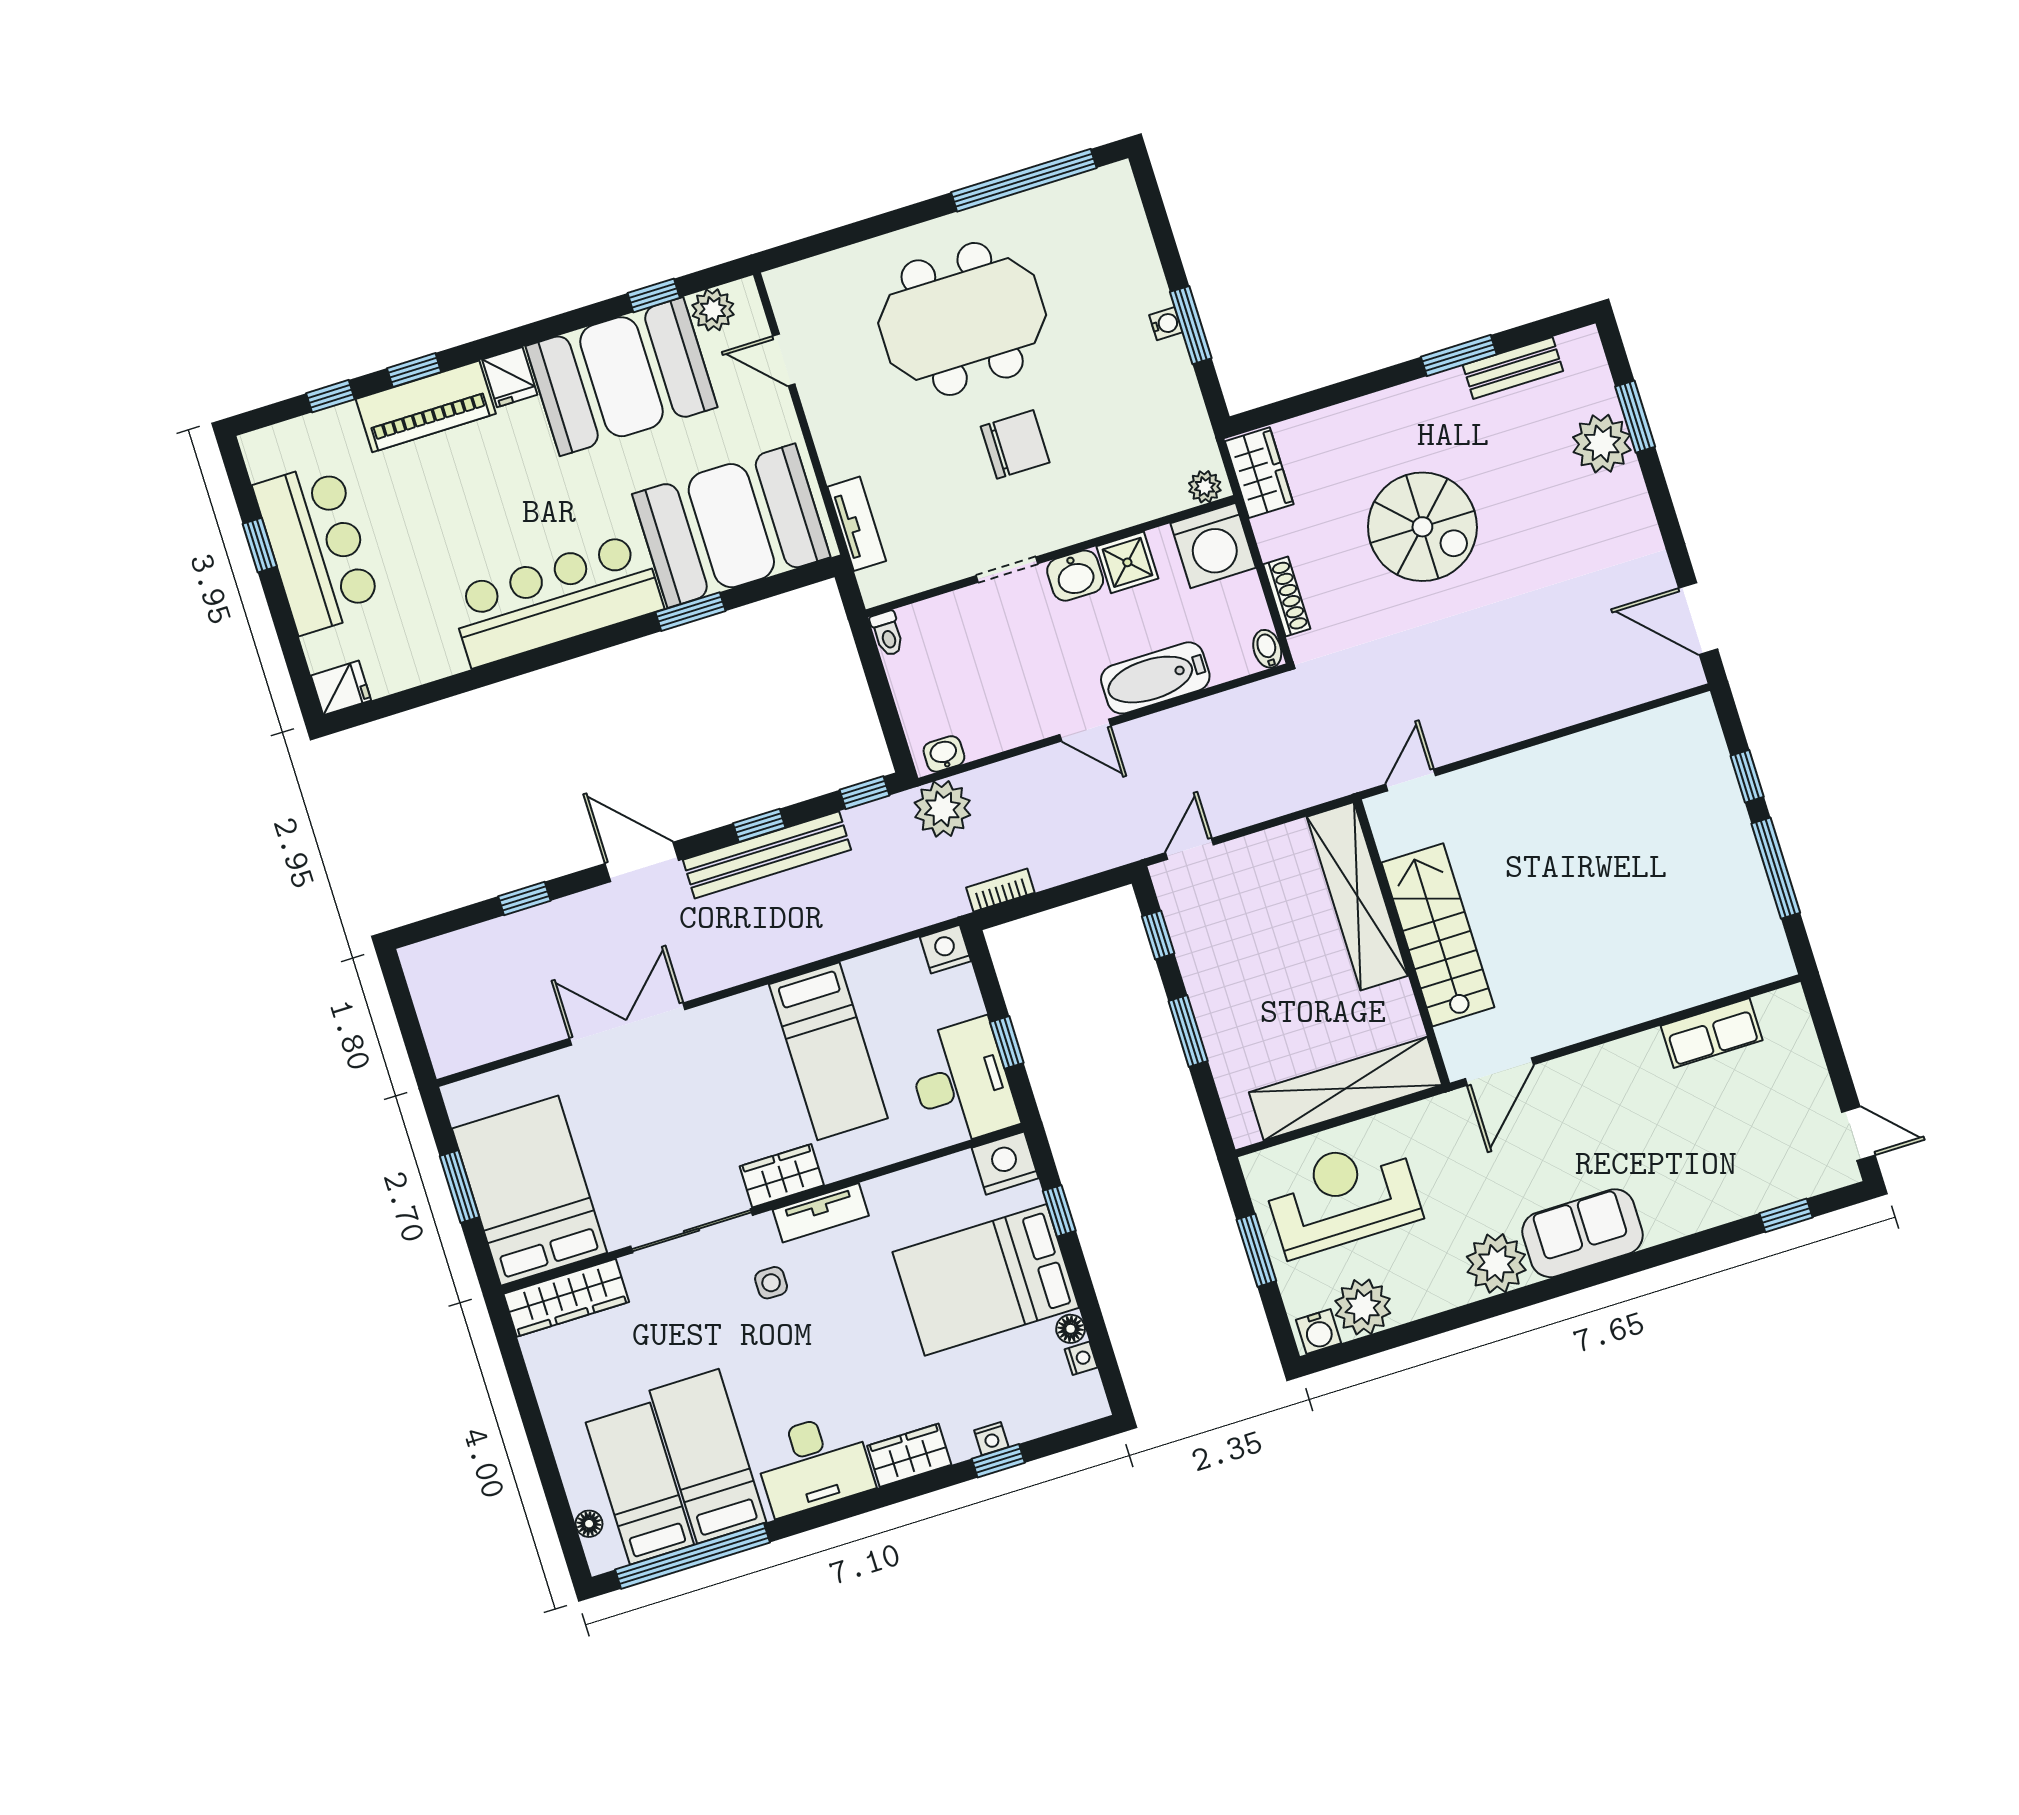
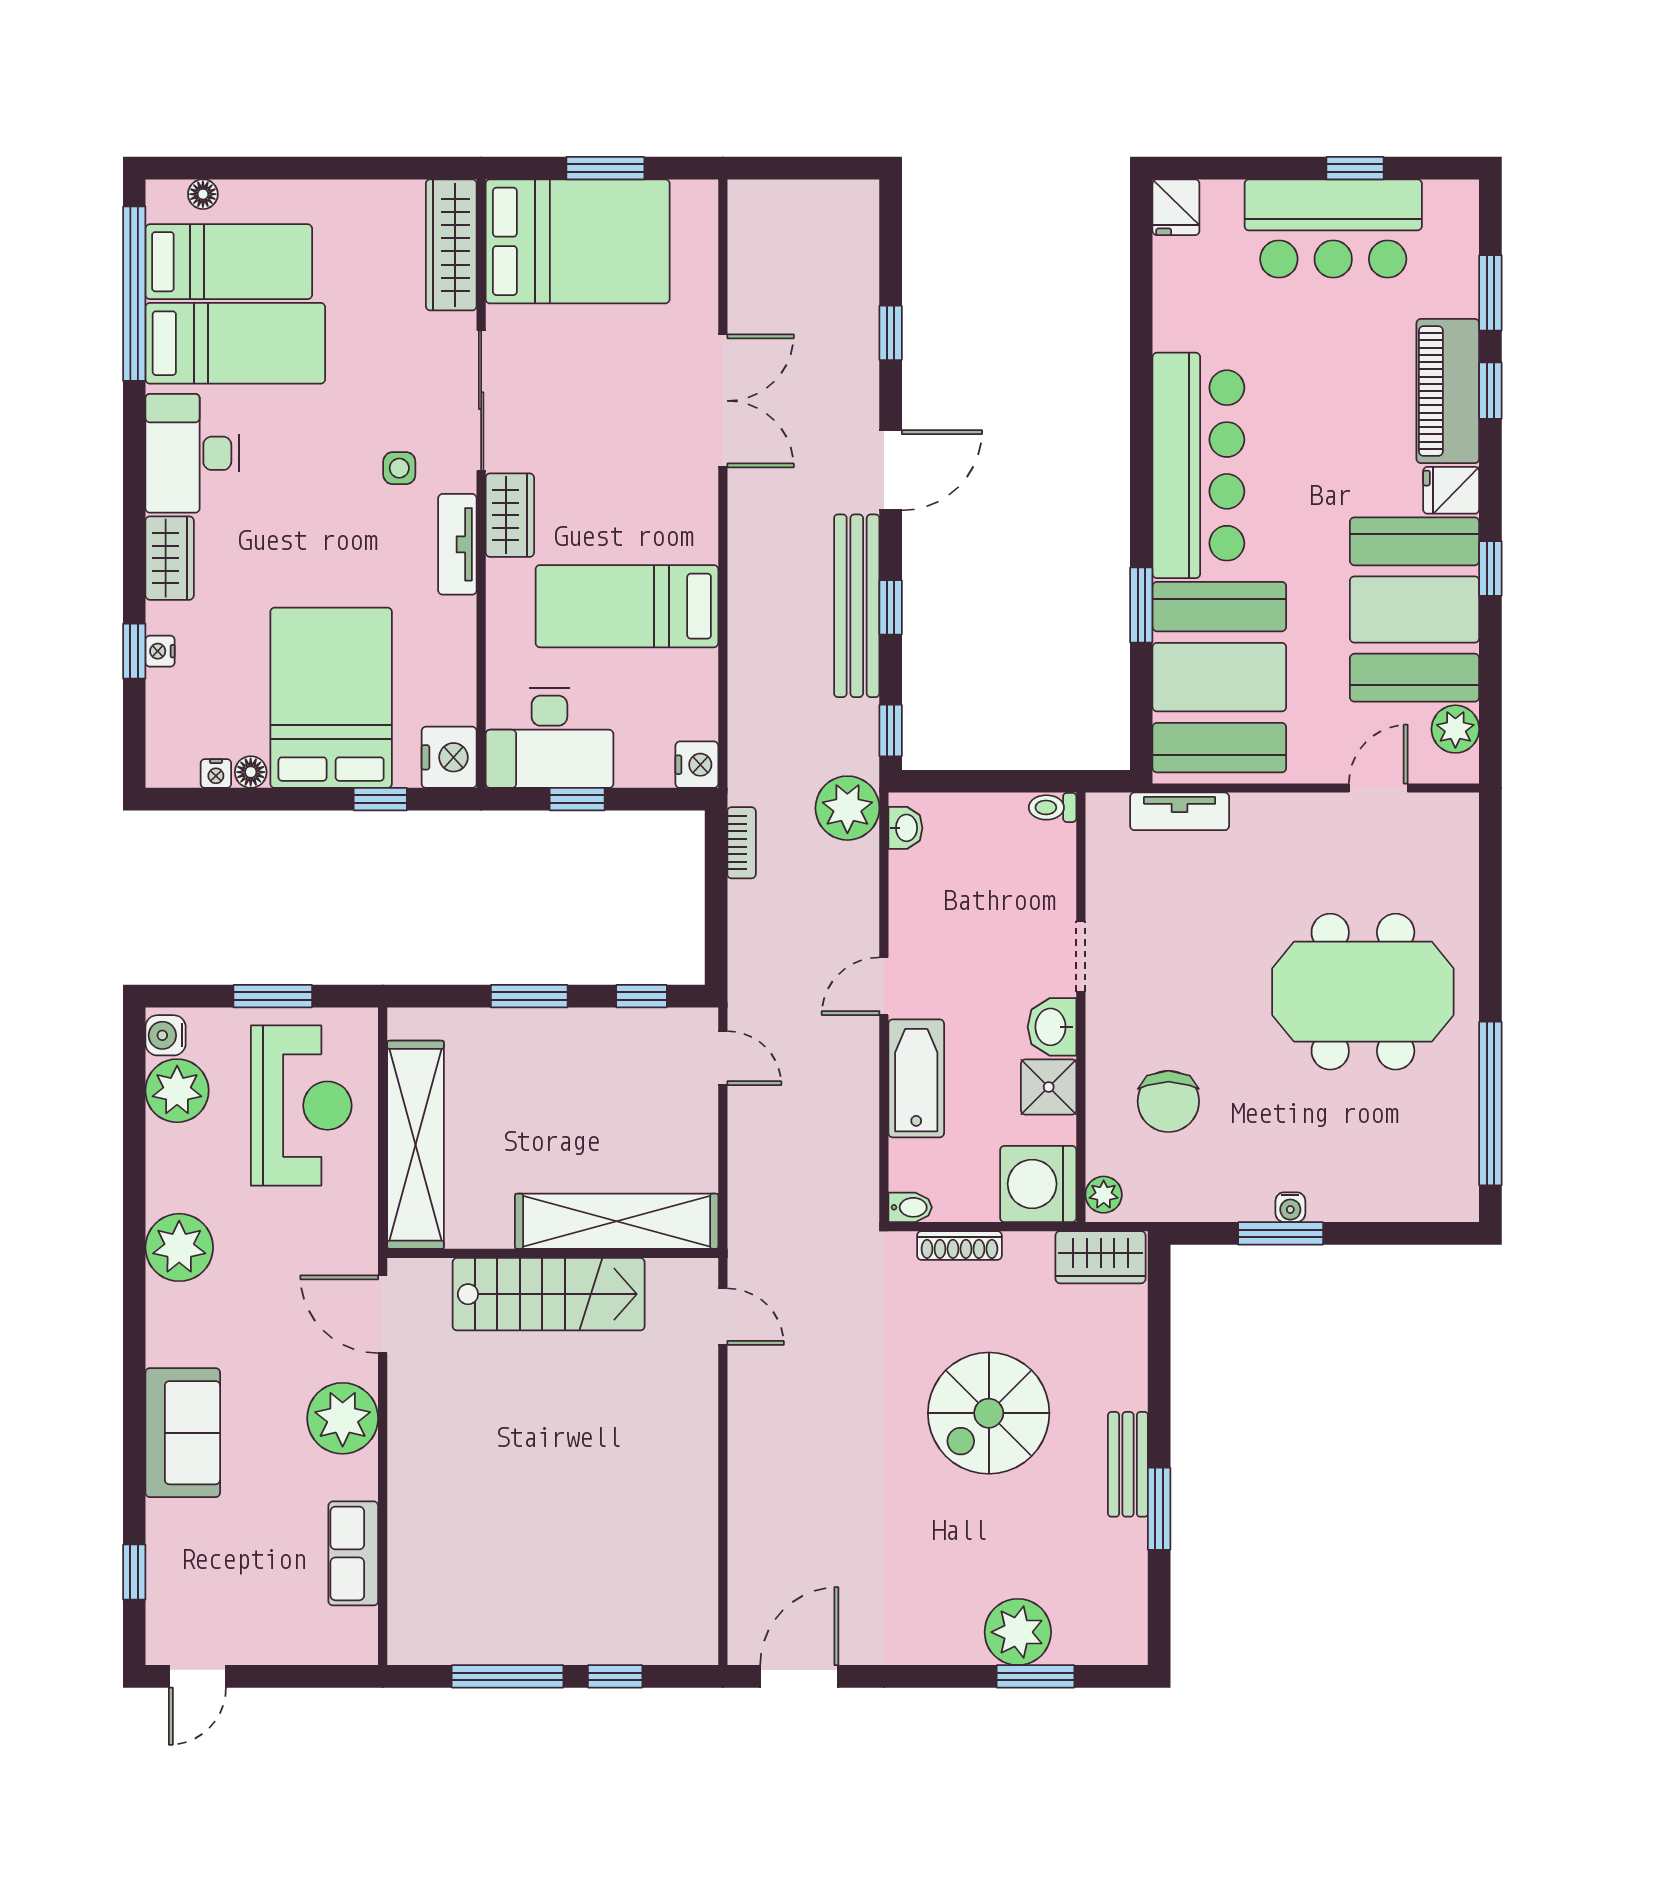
window: (654, 295) -> (1490, 568), moved
meeting table: (962, 319) -> (1363, 992), turned 90
bench: (1513, 368) -> (1128, 1464), moved
window: (330, 396) -> (1490, 293), width x1.50
chair: (1015, 444) -> (1168, 1101), moved
plant: (1599, 1078) -> (343, 1418), added
sofa: (1583, 1233) -> (183, 1433), moved

